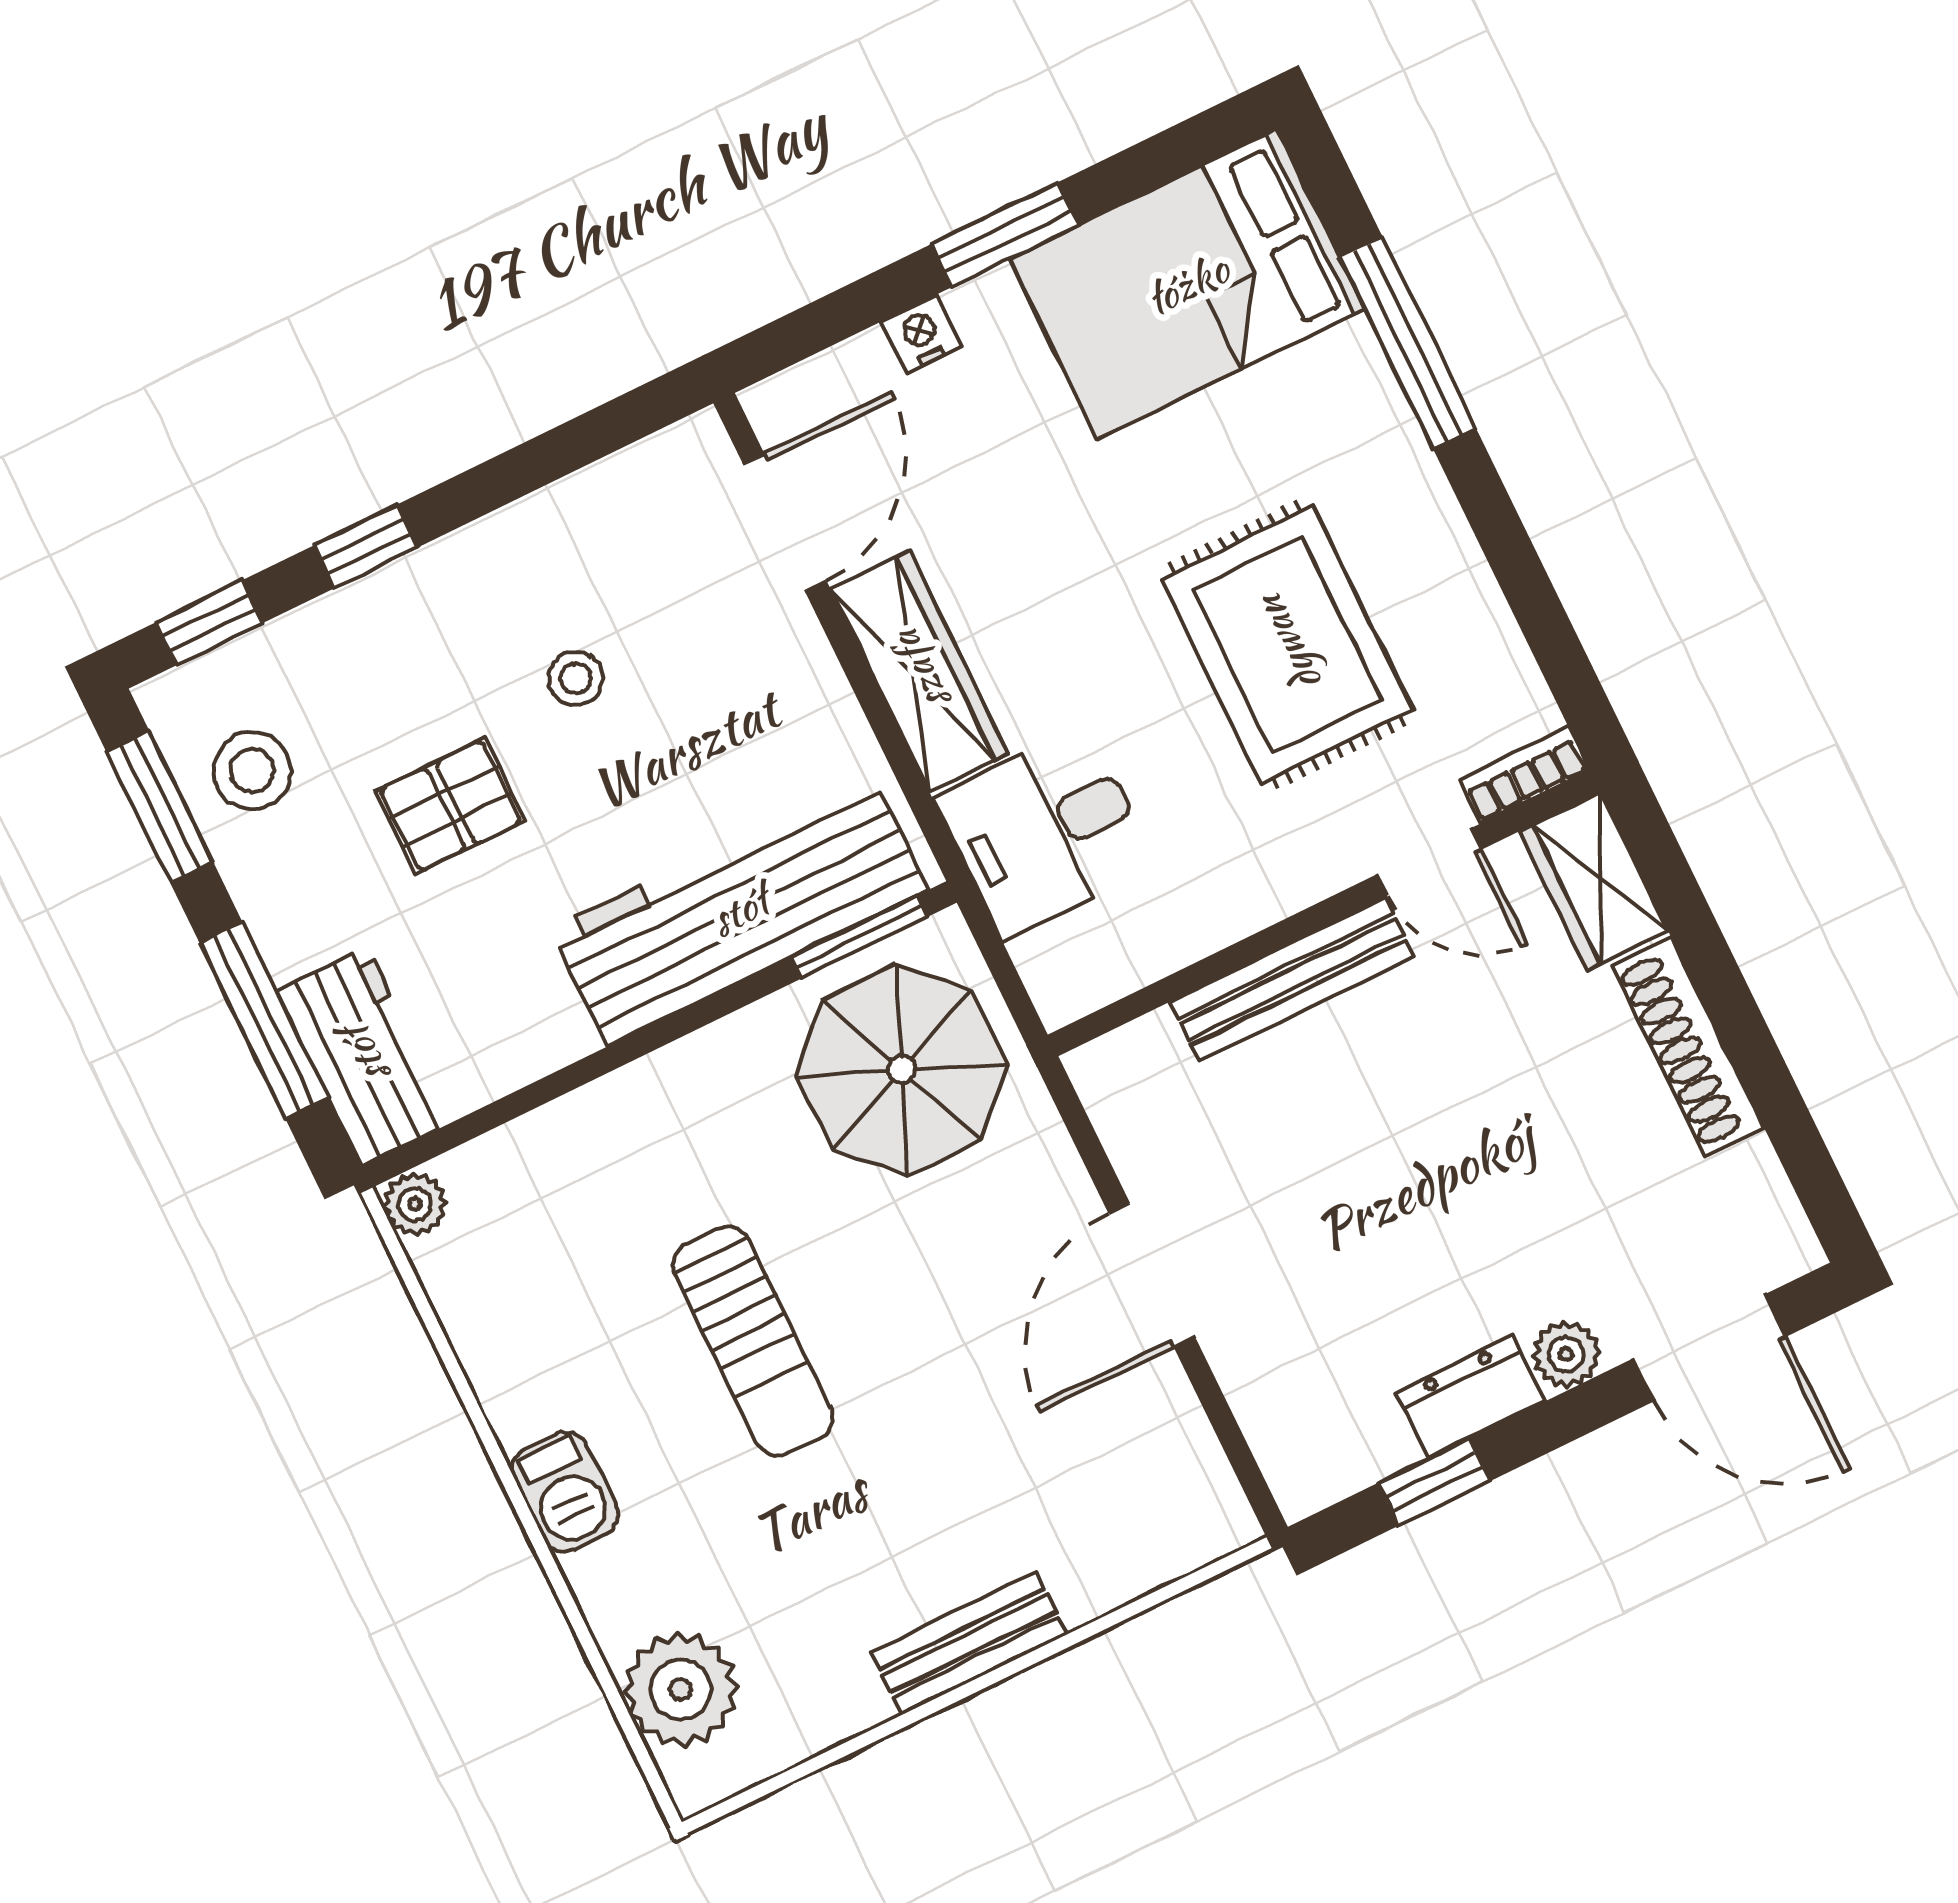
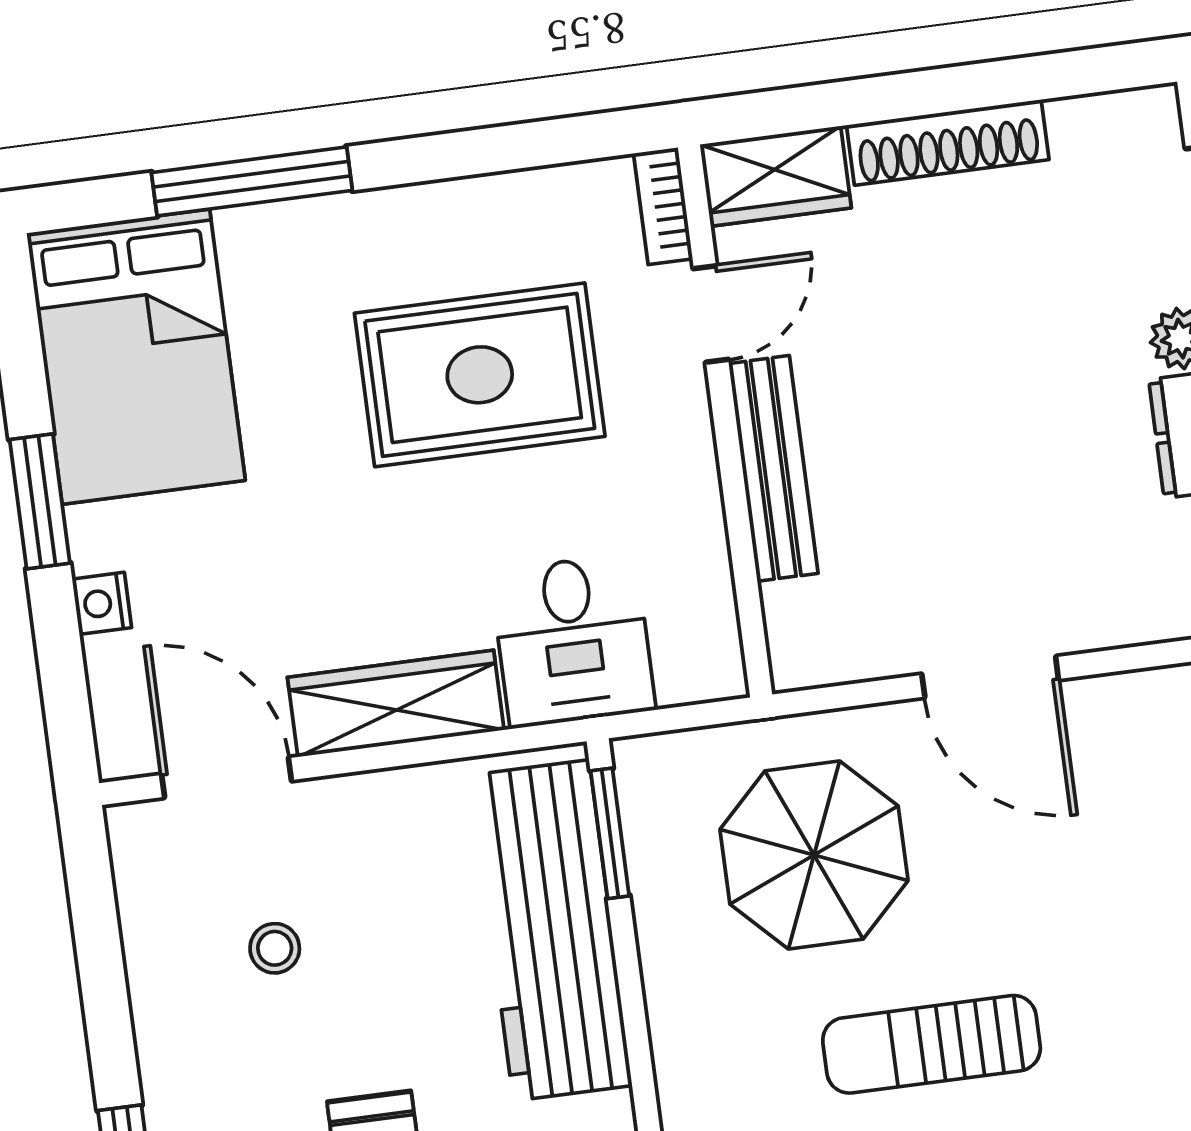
stool: (576, 678) -> (275, 948), moved
parasol: (901, 1070) -> (814, 855), moved
sun lounger: (753, 1341) -> (932, 1044), turned 180

